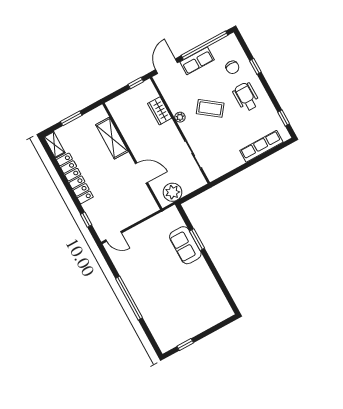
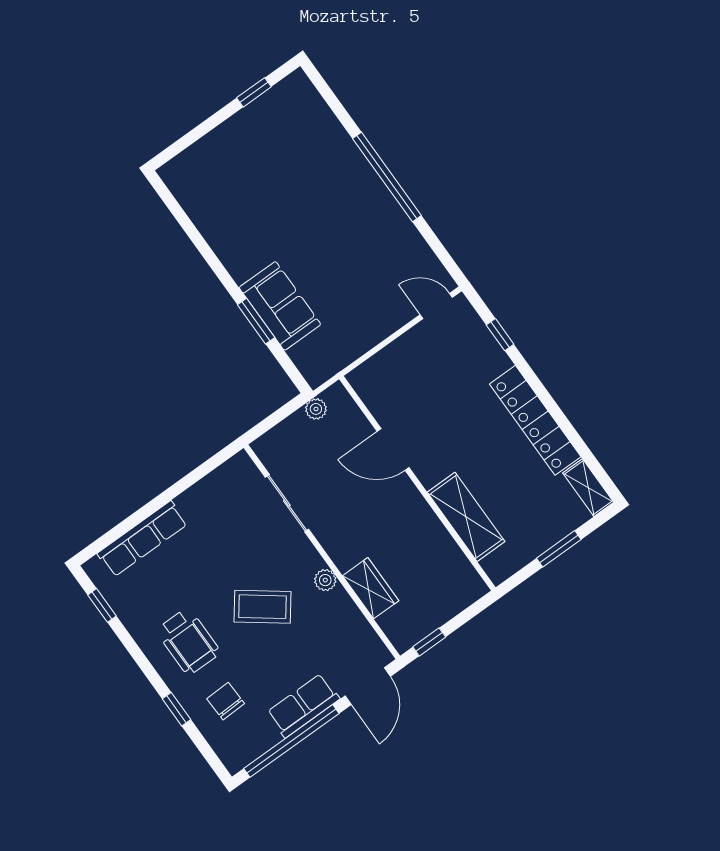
plant: (173, 192) -> (316, 409), width x0.53, depth x0.53

